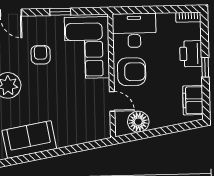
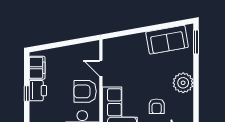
printer: (191, 54) -> (38, 91), moved
floor lamp: (138, 122) -> (81, 52), removed

